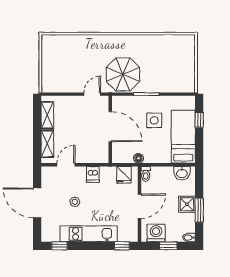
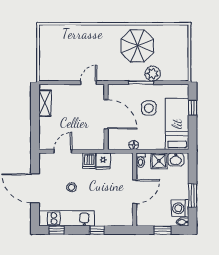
parasol: (123, 74) -> (137, 46), moved
plant: (158, 85) -> (153, 74), added
shelving: (47, 144) -> (45, 131), removed
fridge: (124, 175) -> (103, 161), moved
shower: (187, 204) -> (159, 161), moved
washing machine: (156, 233) -> (180, 208), moved, turned -90
kitchen unit: (89, 234) -> (67, 218), moved
window: (122, 246) -> (97, 230), moved

